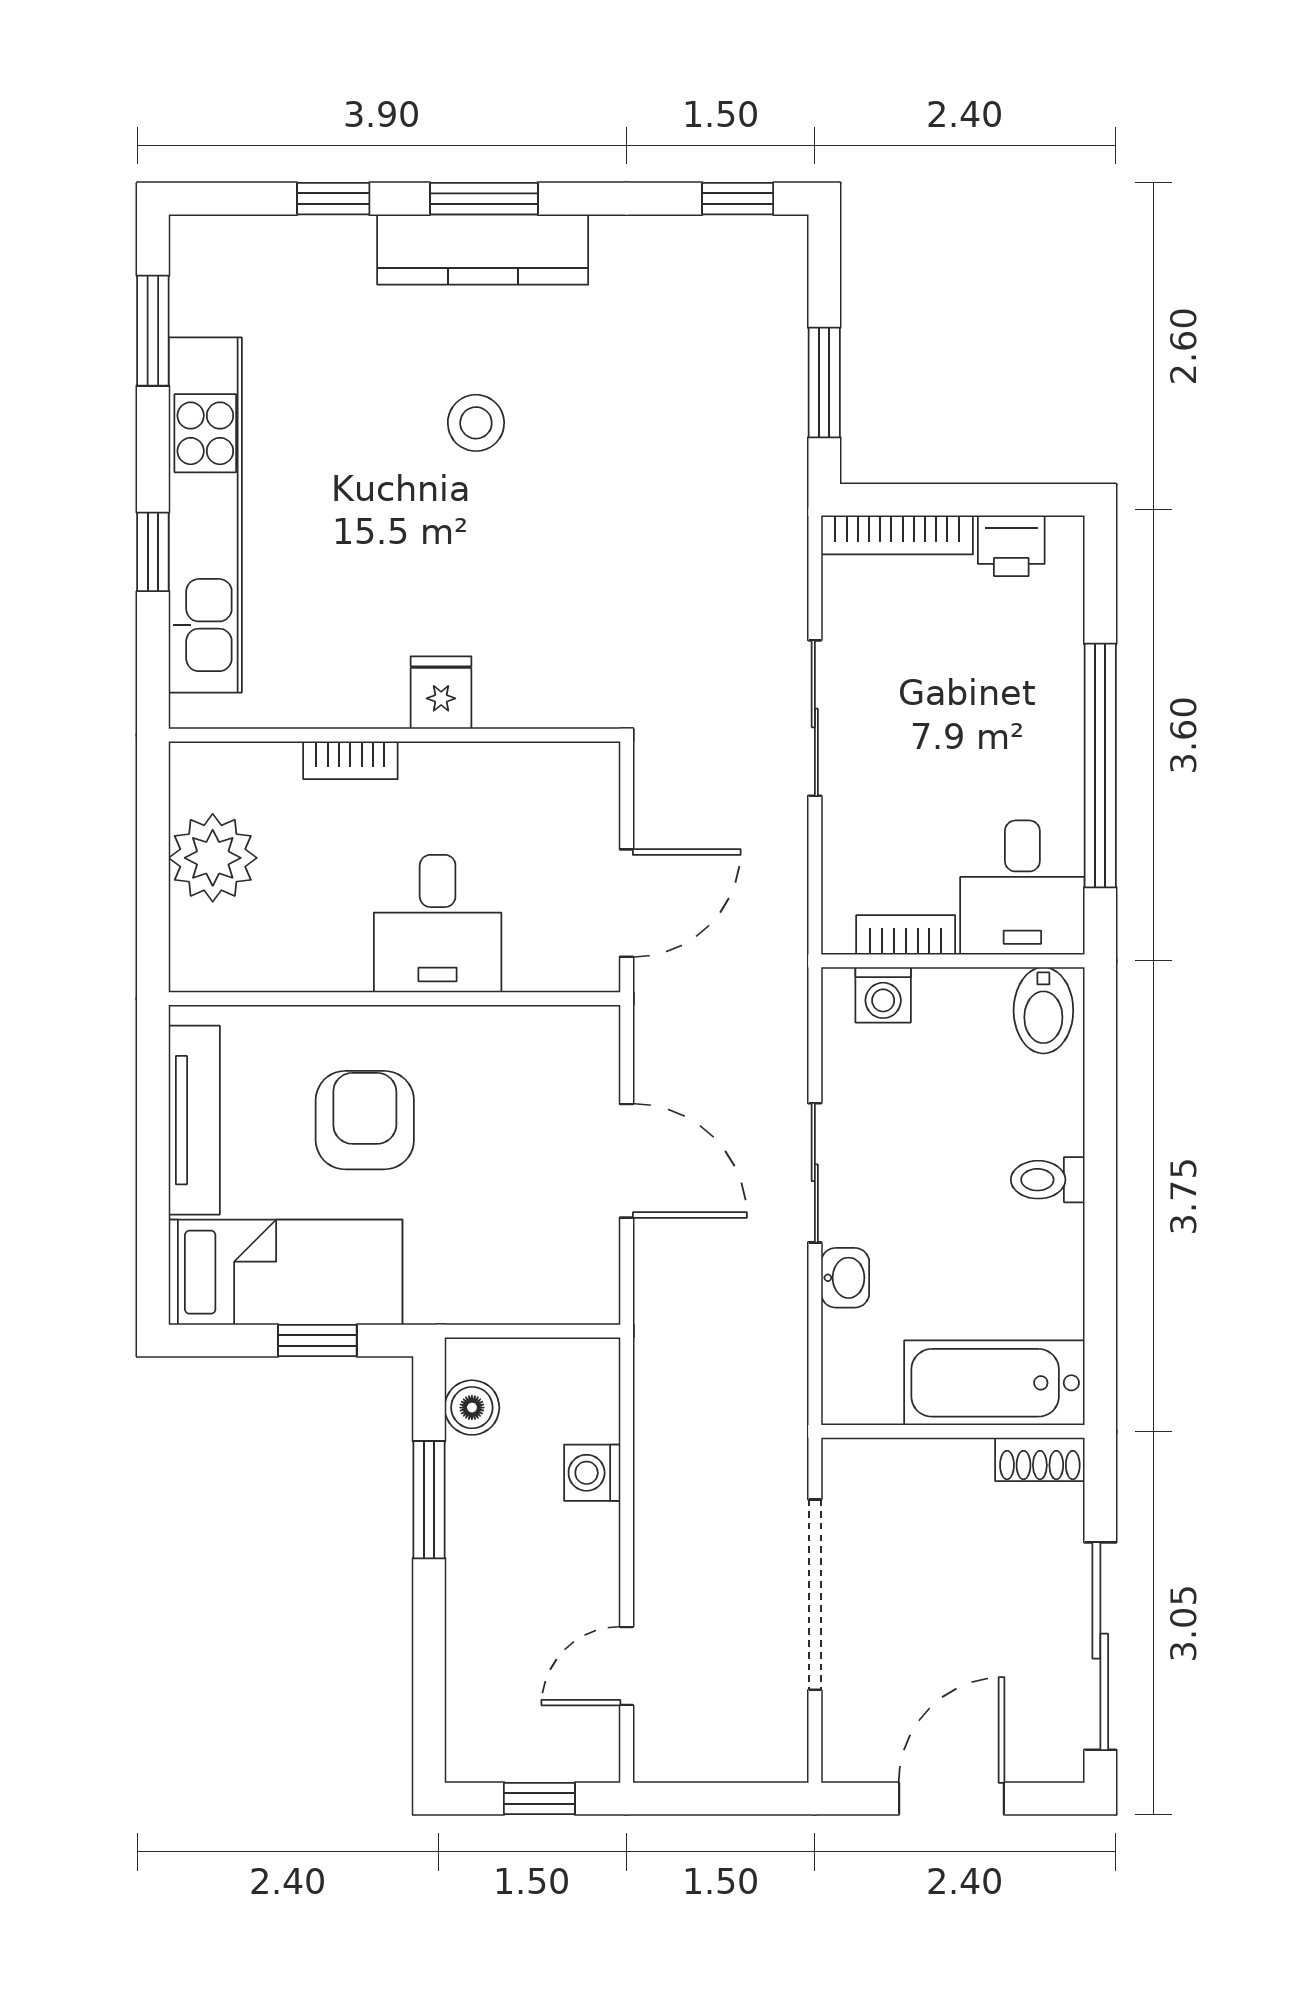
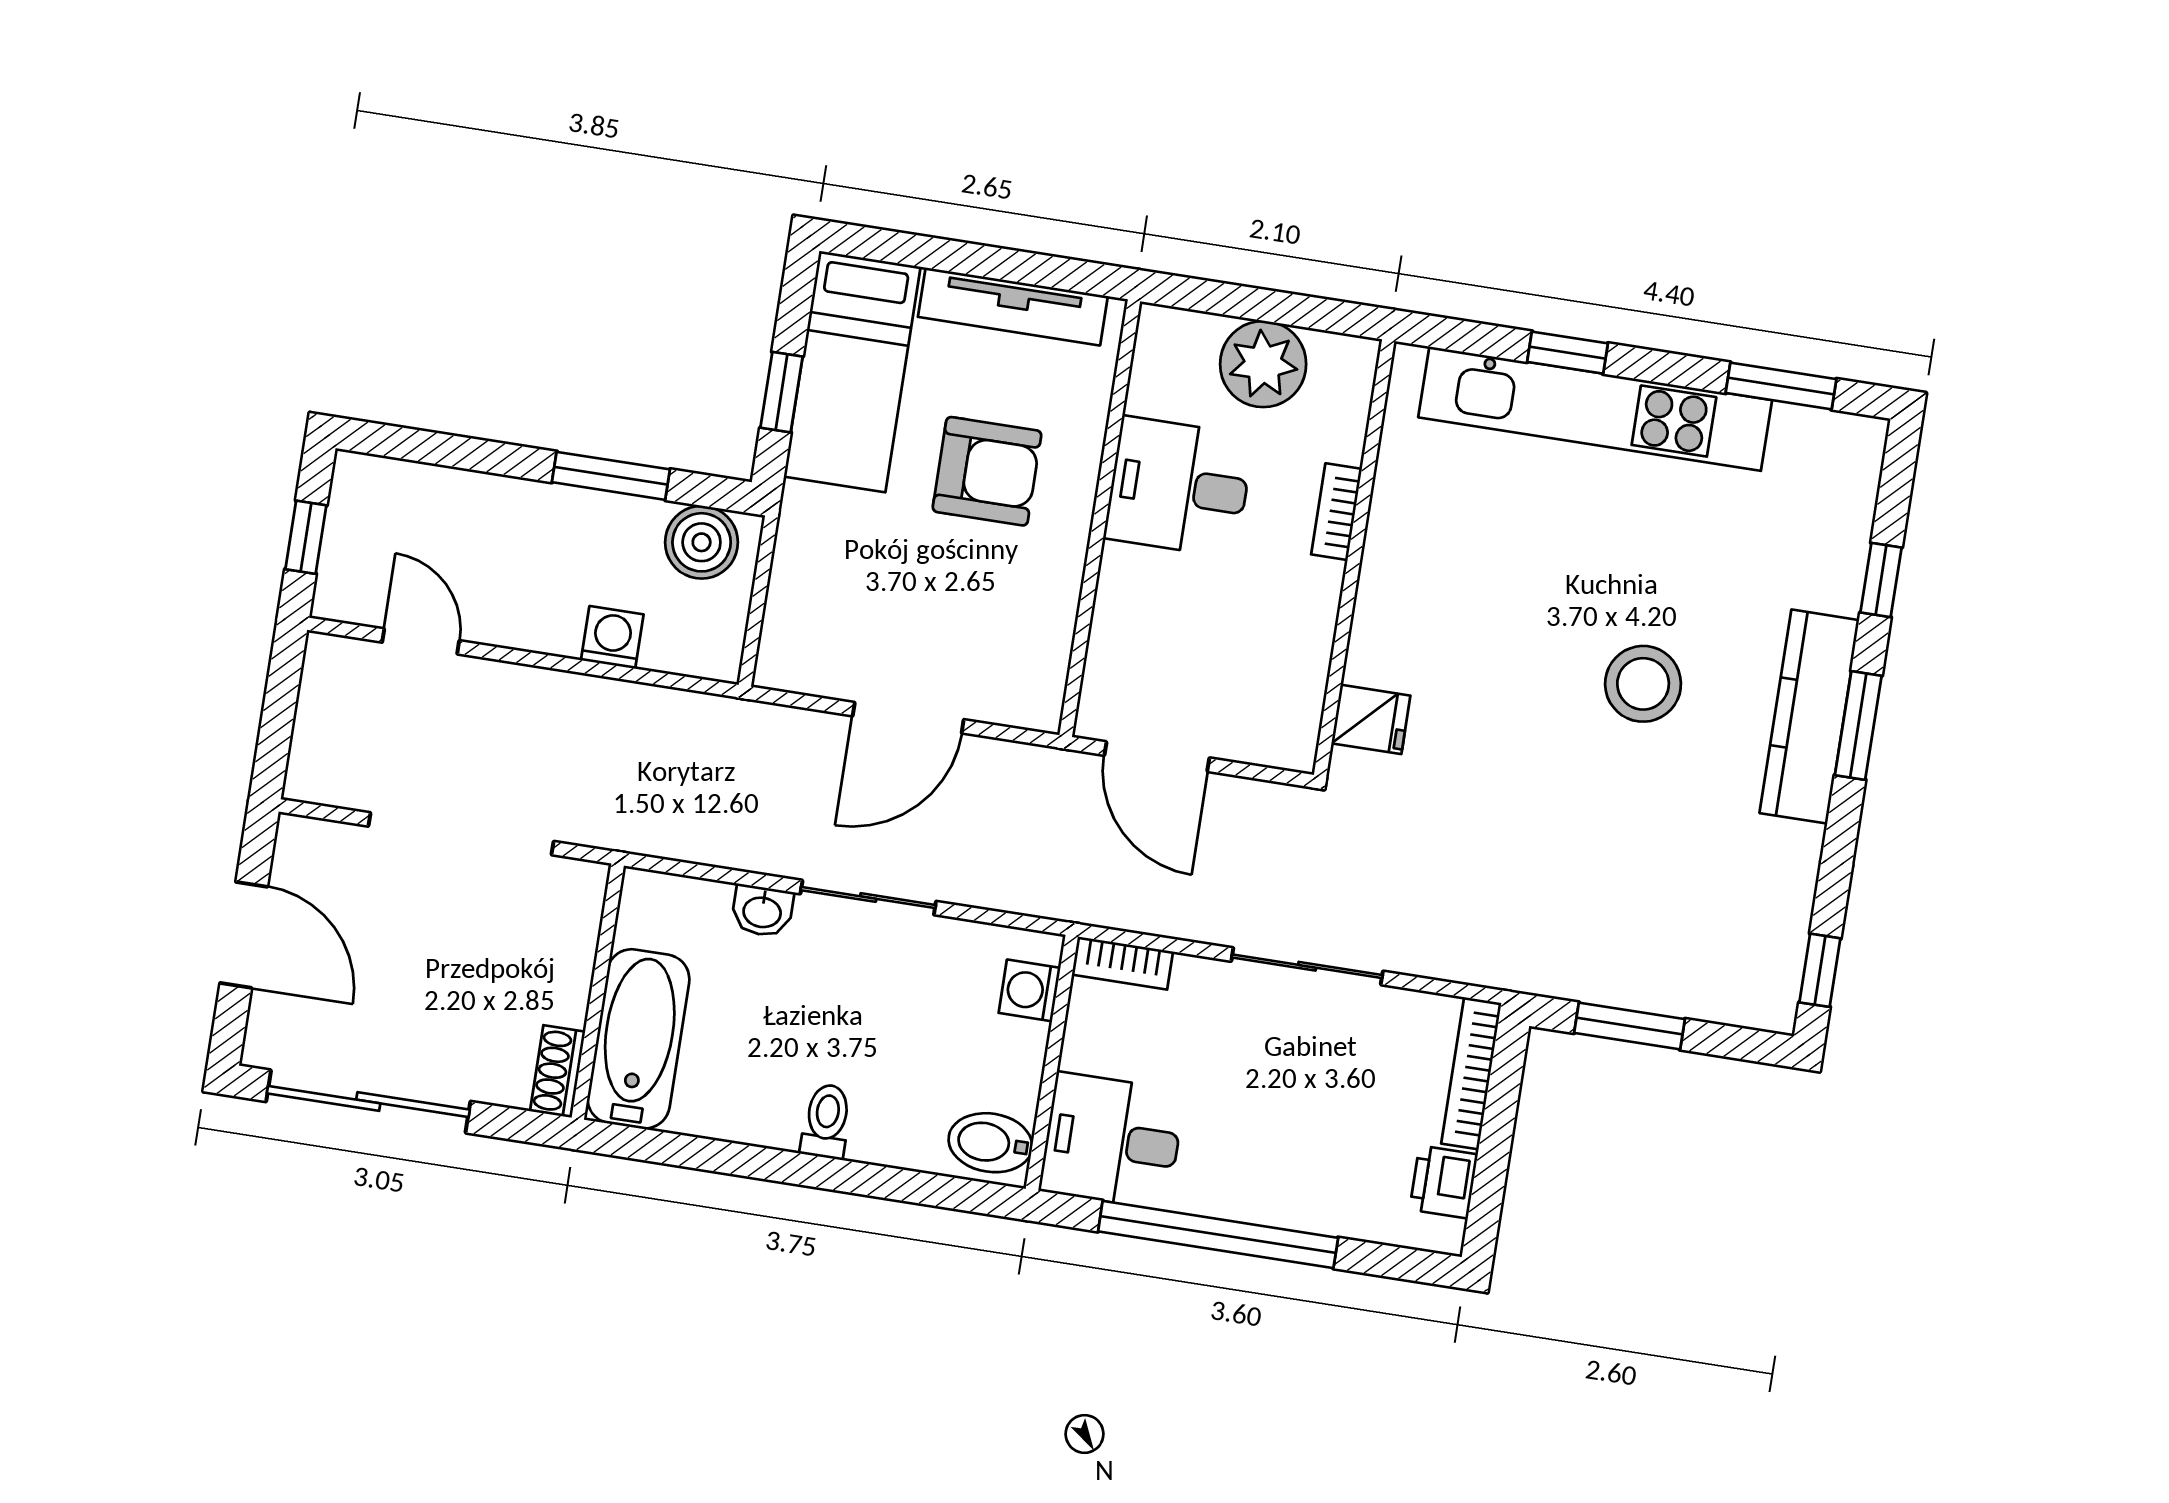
stool: (476, 423) -> (1643, 684), width x1.38, depth x1.38
fridge: (441, 693) -> (1371, 719), moved
desk: (438, 924) -> (1179, 487), moved
bookcase: (906, 935) -> (1122, 963), moved, turned 90
boiler: (472, 1408) -> (702, 542), width x1.36, depth x1.36

